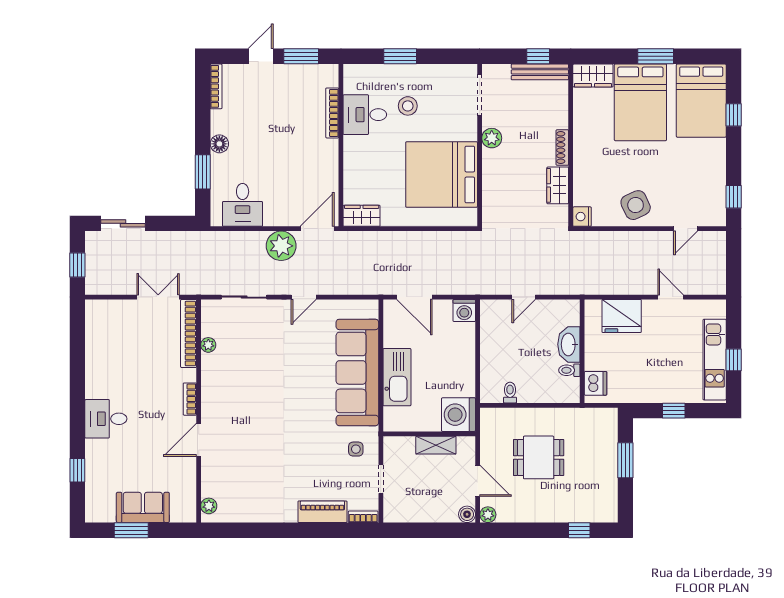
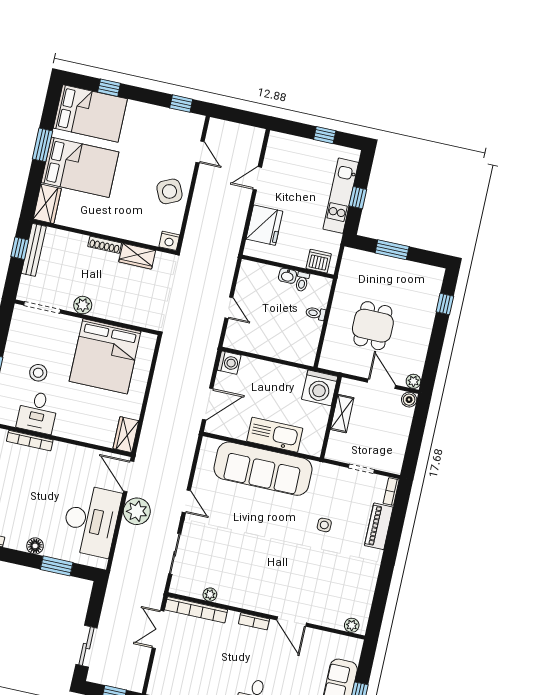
desk: (243, 205) -> (91, 521), width x1.87, depth x1.30
washbasin: (569, 344) -> (287, 276), width x0.52, depth x0.69
kitchen unit: (715, 360) -> (341, 196), moved, turned 90
toilet: (510, 393) -> (316, 313), moved
side table: (356, 449) -> (324, 525), moved
door: (478, 481) -> (382, 384), hinge flipped

